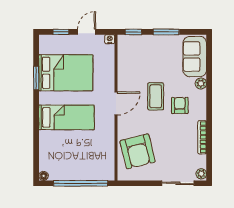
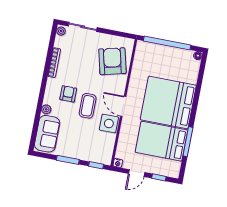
window: (36, 78) -> (188, 142), width x1.44
side table: (128, 81) -> (109, 123), added
door: (116, 103) -> (123, 106), hinge flipped
armchair: (180, 105) -> (68, 94), turned 180
bed: (66, 117) -> (168, 102), width x2.04

